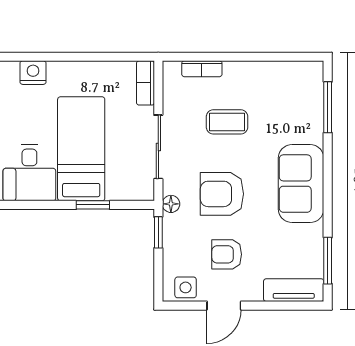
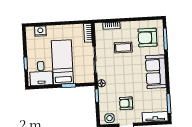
armchair: (222, 194) -> (148, 38), moved

